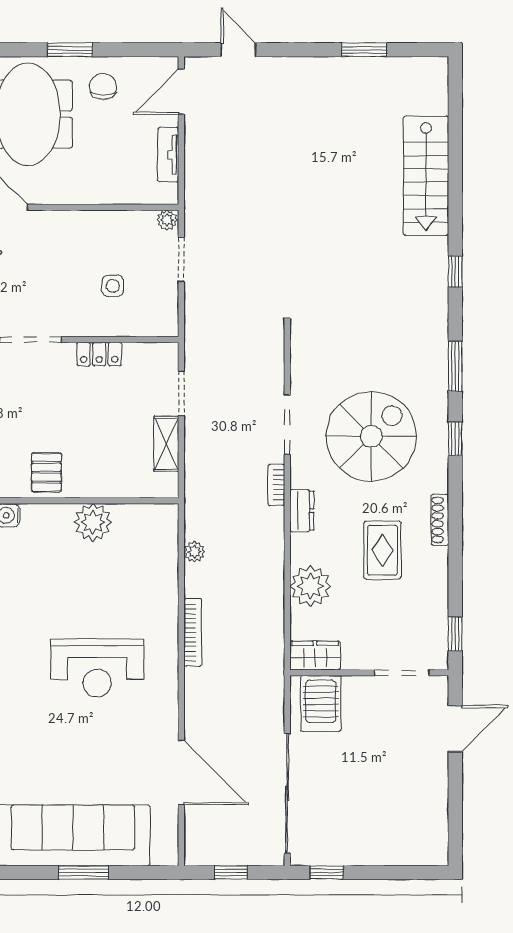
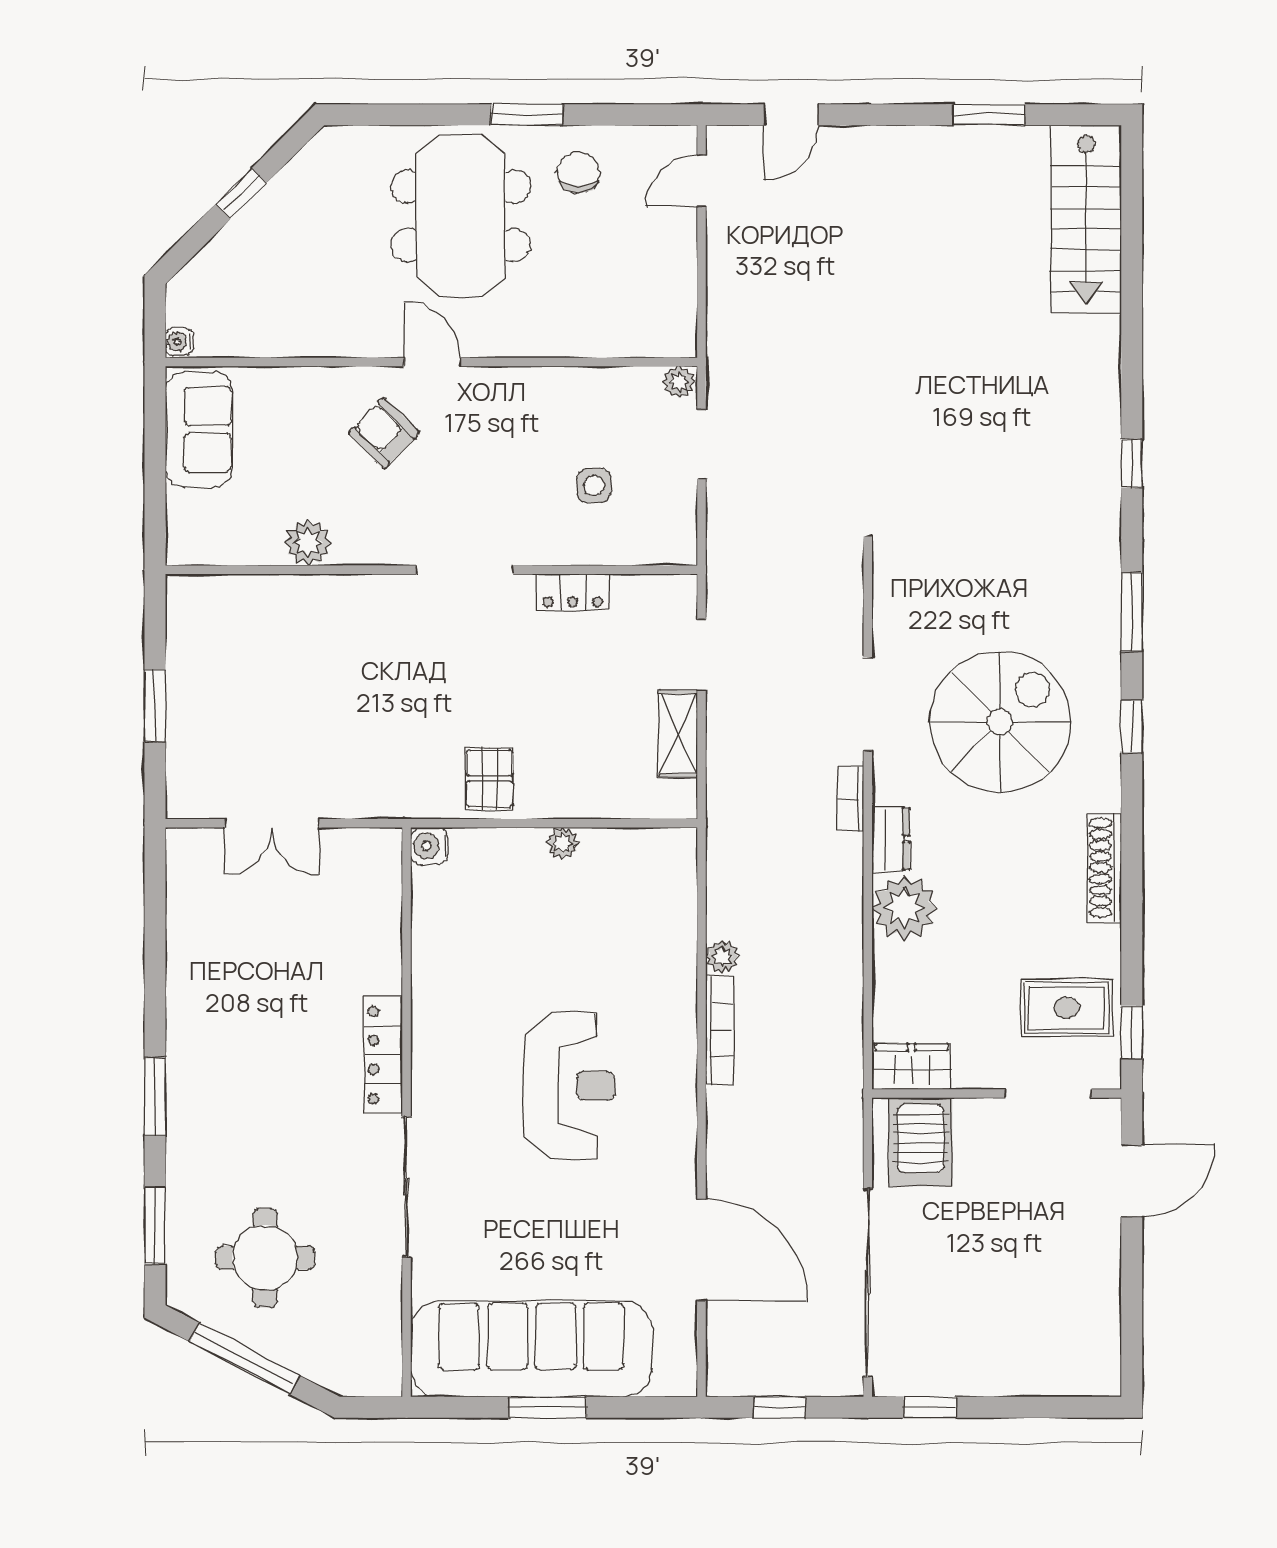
door: (238, 50) -> (791, 115), swing flipped
door: (181, 92) -> (702, 181), width x0.73
tv unit: (168, 155) -> (681, 279), removed
stairs: (426, 176) -> (1086, 219), moved
shoe rack: (440, 520) -> (1104, 868), width x1.36, depth x1.24
plant: (93, 522) -> (563, 843), width x0.53, depth x0.53
rug: (382, 550) -> (1067, 1008), moved, turned 90
plant: (194, 552) -> (722, 957), moved
plant: (310, 586) -> (904, 908), moved
reception desk: (97, 668) -> (569, 1086), turned -90

